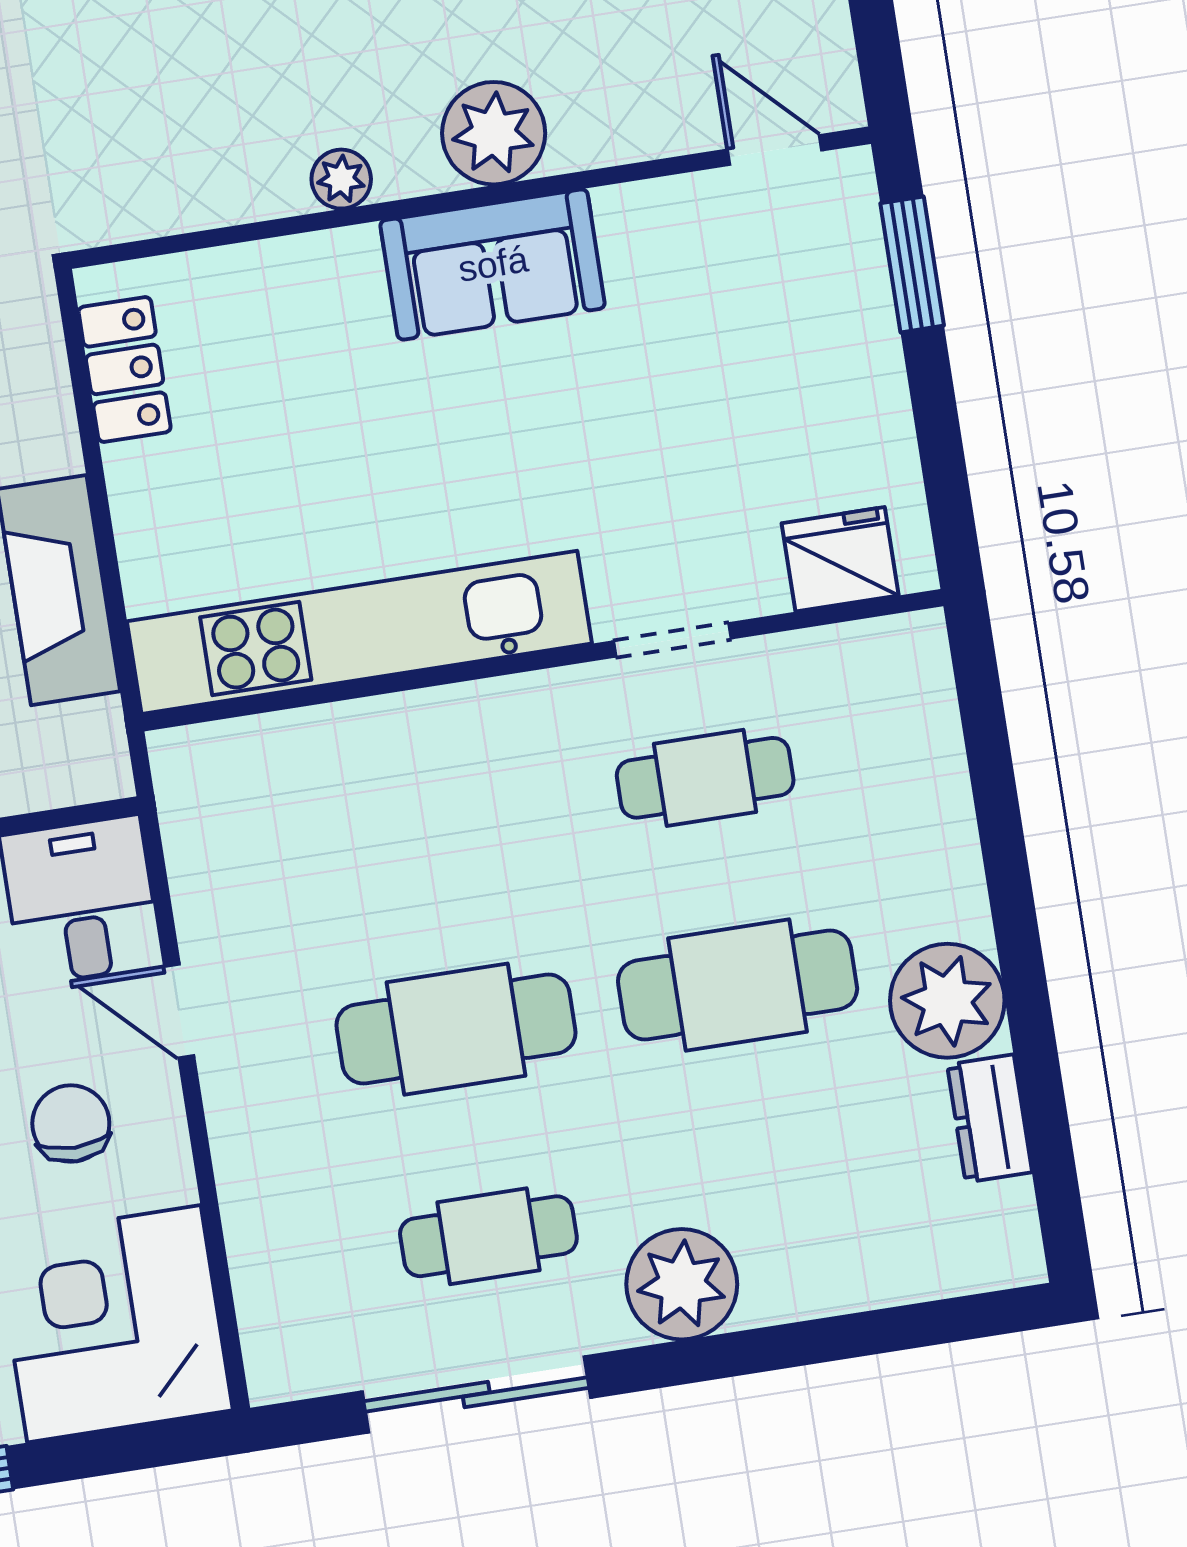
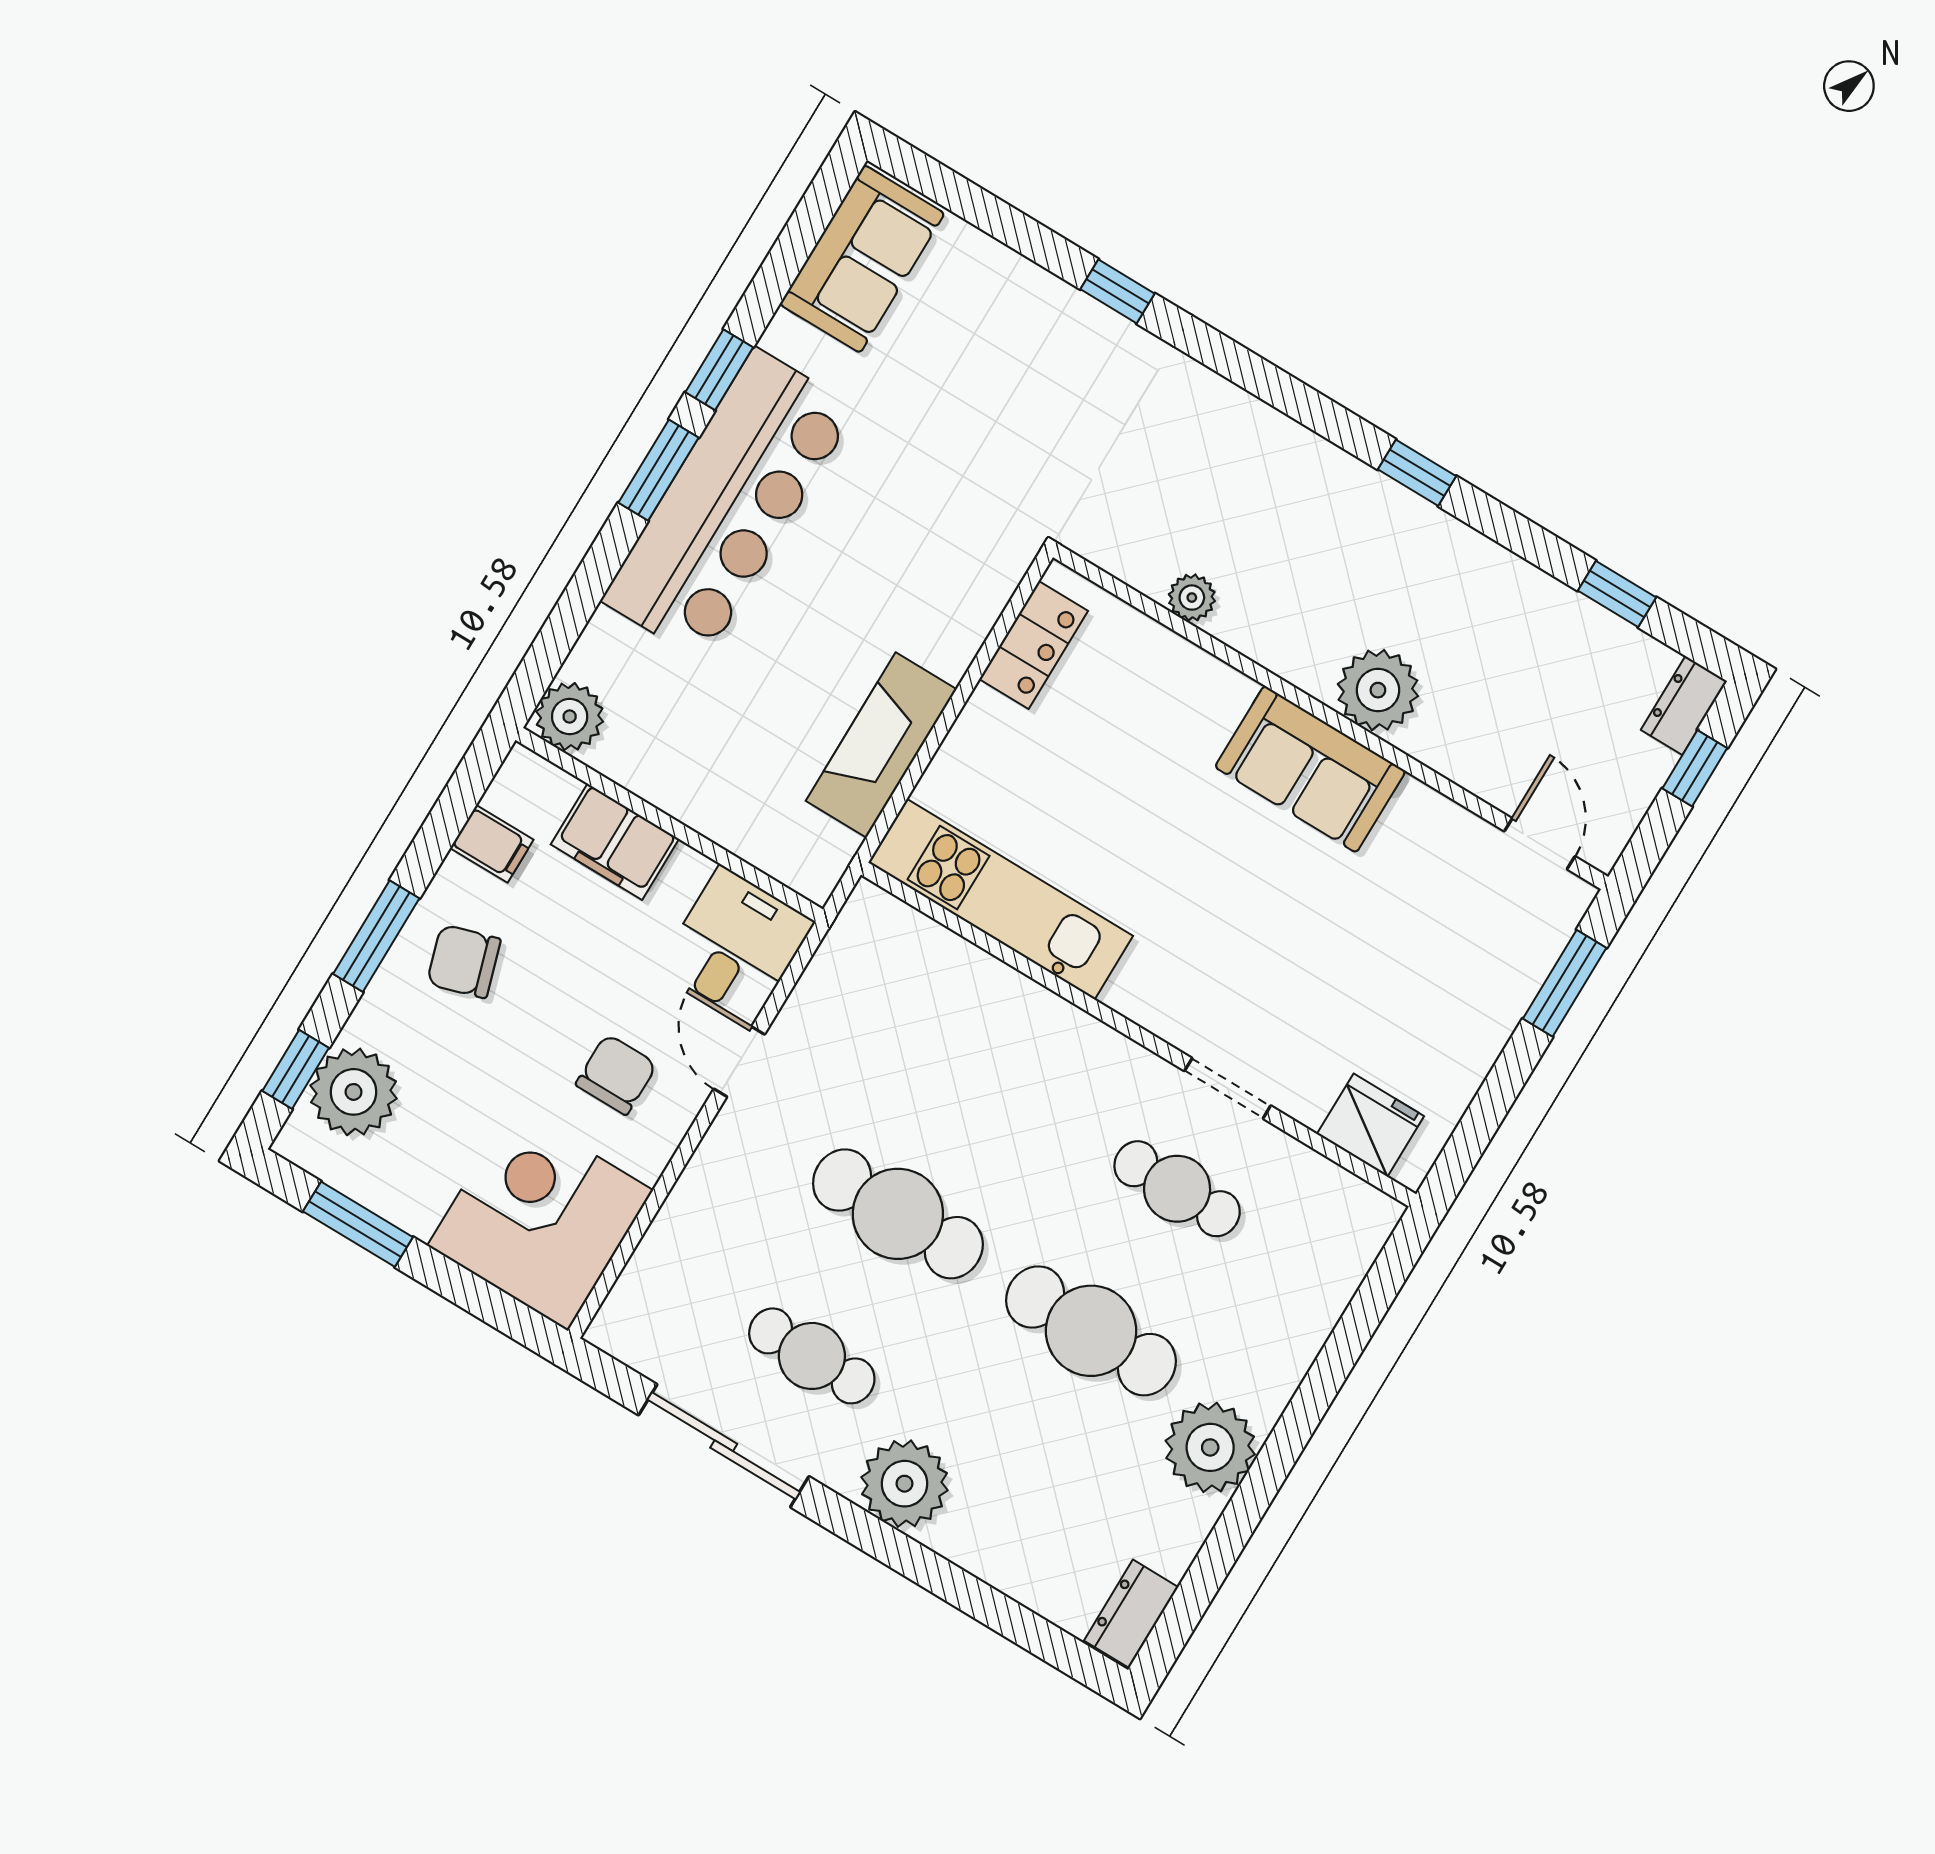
plant: (341, 179) -> (1192, 598), moved
kitchen unit: (359, 632) -> (1001, 899), width x0.73
dresser: (990, 1118) -> (1131, 1614), moved

